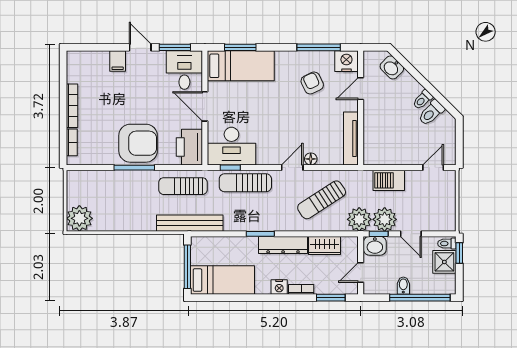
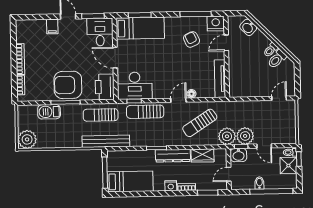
armchair: (138, 143) -> (68, 85), turned 180
barbecue: (389, 180) -> (49, 112), moved

